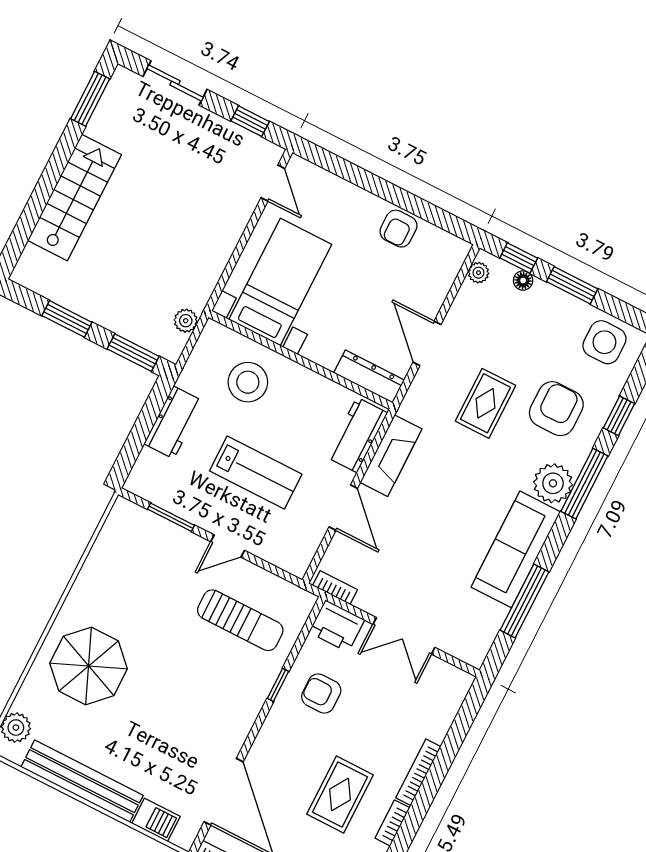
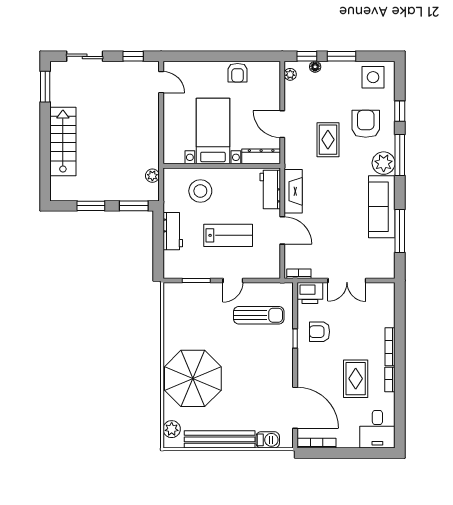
bed with nightstands: (280, 282) -> (213, 131), moved
parasol: (89, 666) -> (193, 378), width x1.36, depth x1.36

